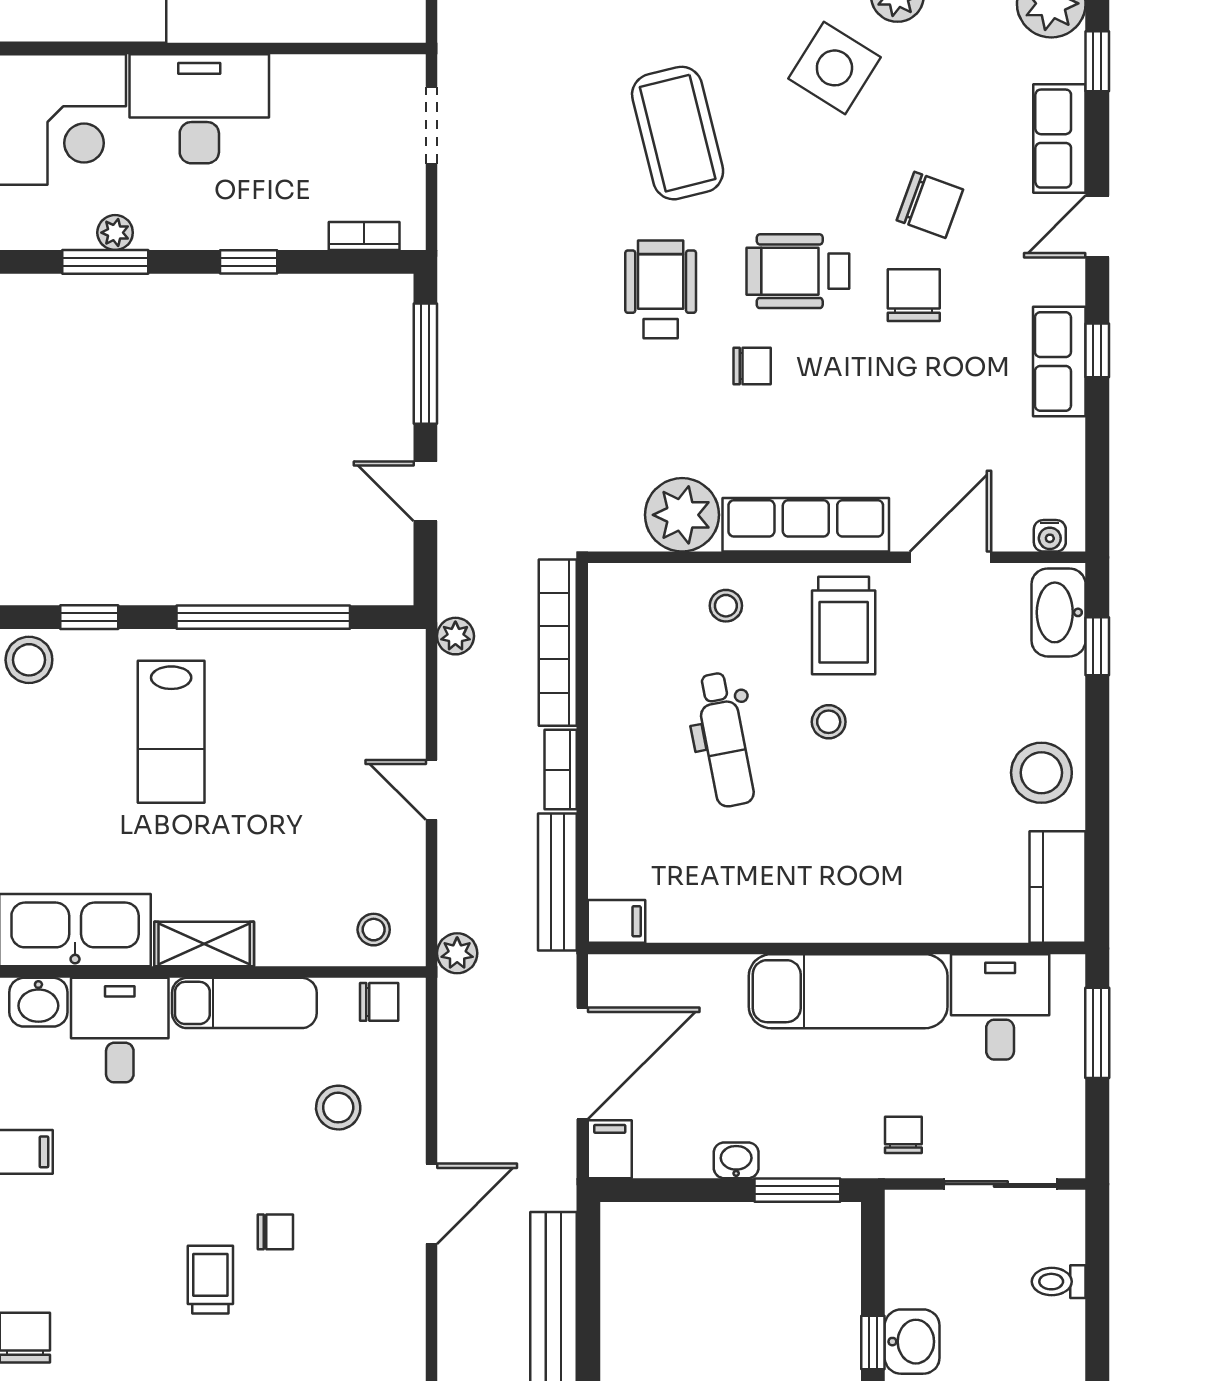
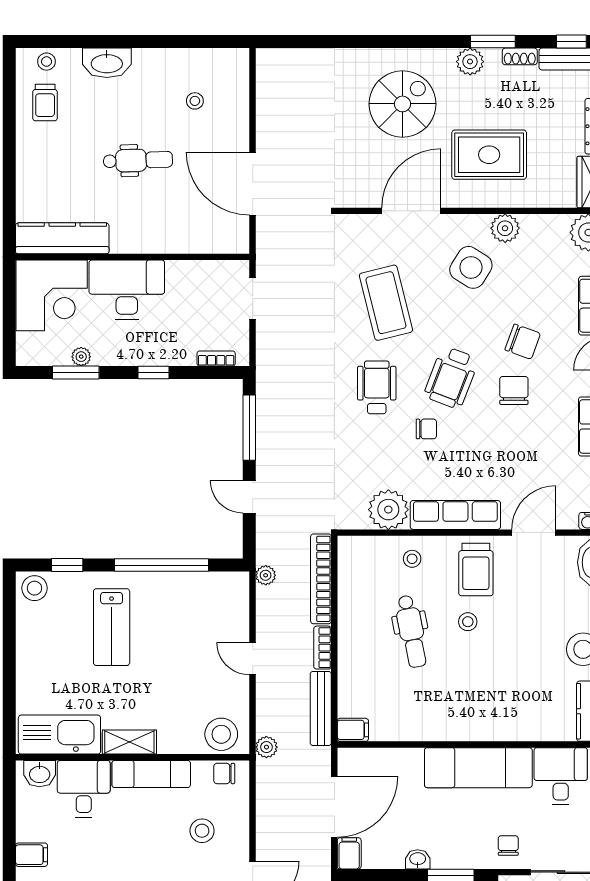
wheelchair: (798, 271) -> (451, 378), turned -69
stool: (374, 930) -> (221, 734), width x1.89, depth x1.89
chair: (379, 1002) -> (224, 773), turned 180

